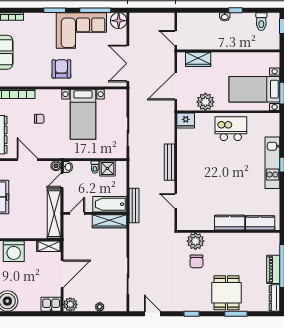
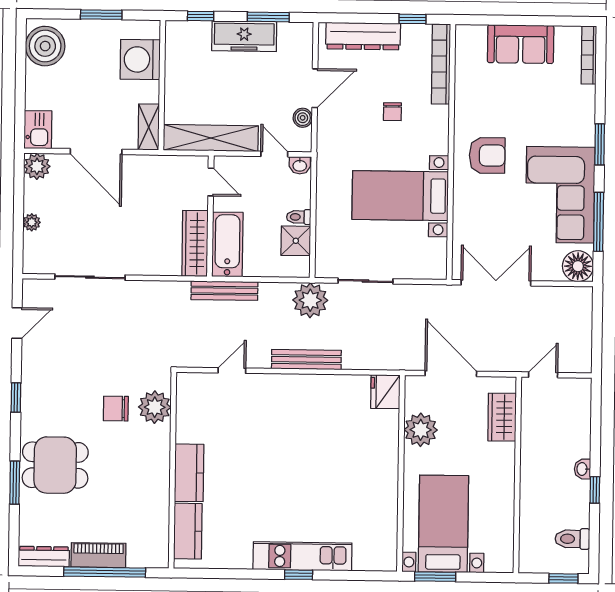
kitchen island: (231, 129) -> (369, 478), removed
plant: (138, 160) -> (310, 300), added
boiler: (56, 166) -> (303, 118), moved

